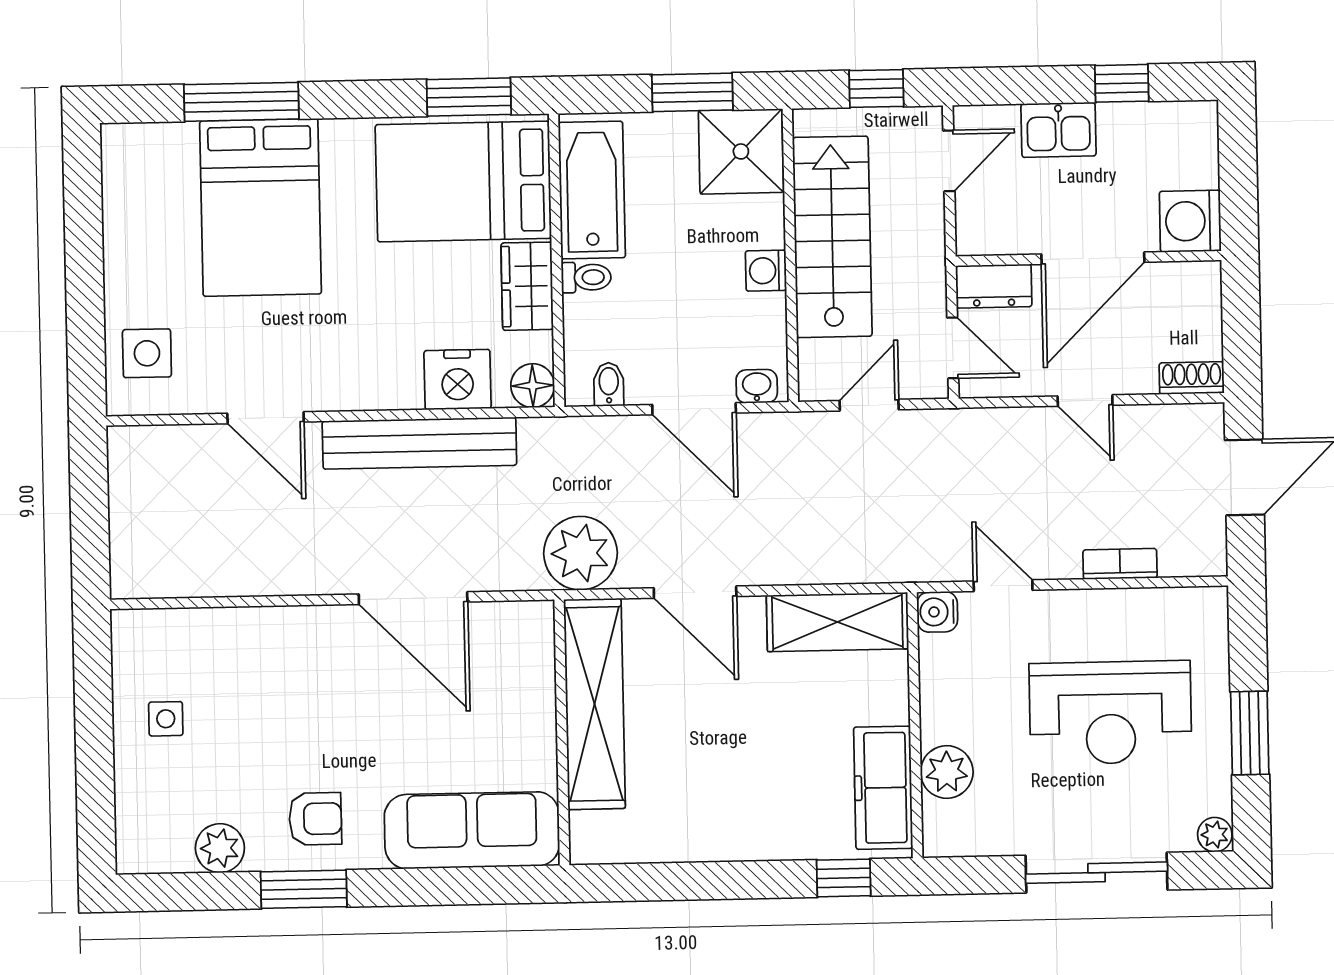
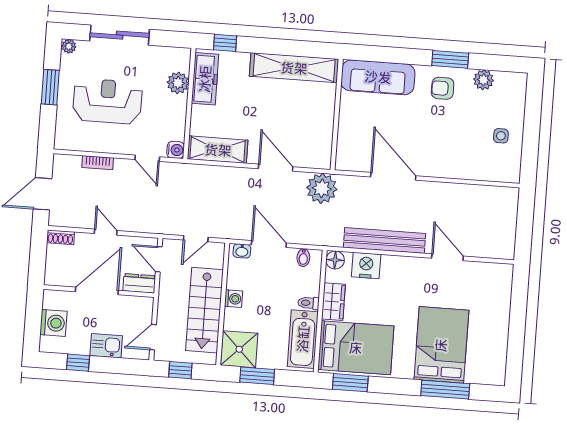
washing machine: (1190, 221) -> (53, 323), moved
side table: (147, 353) -> (494, 289), removed
shelving: (595, 704) -> (294, 68), moved, turned 90

